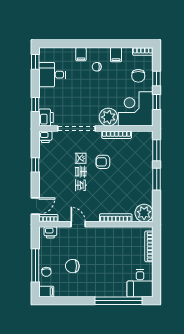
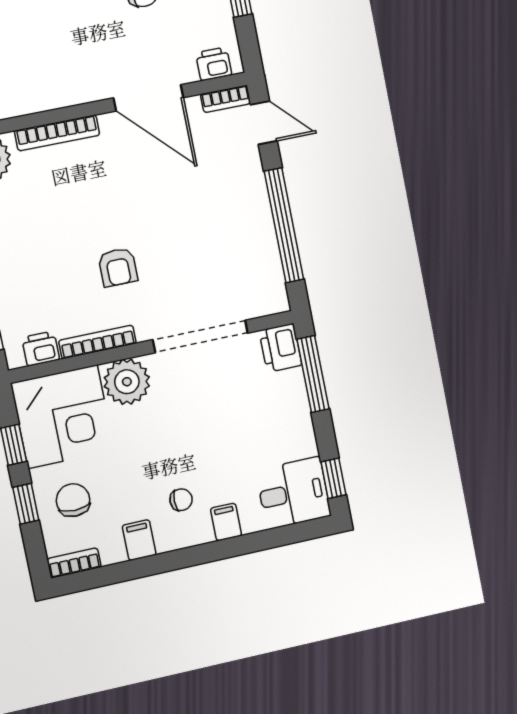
desk: (52, 75) -> (293, 493), moved
window: (35, 105) -> (313, 374), width x2.17
printer: (45, 137) -> (41, 349), moved
armchair: (103, 162) -> (118, 267), turned 90
window: (35, 165) -> (284, 225), width x3.17
door: (35, 206) -> (264, 123), swing flipped
door: (78, 224) -> (148, 98), width x1.87

